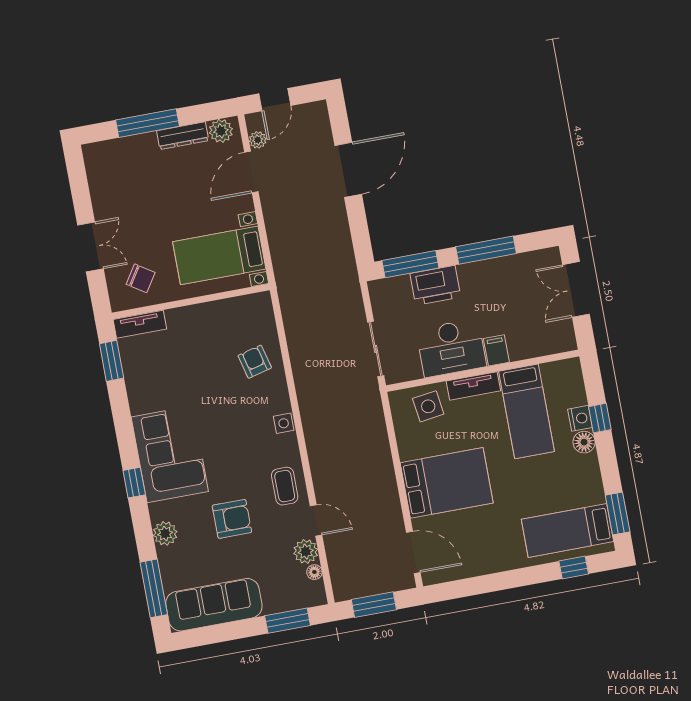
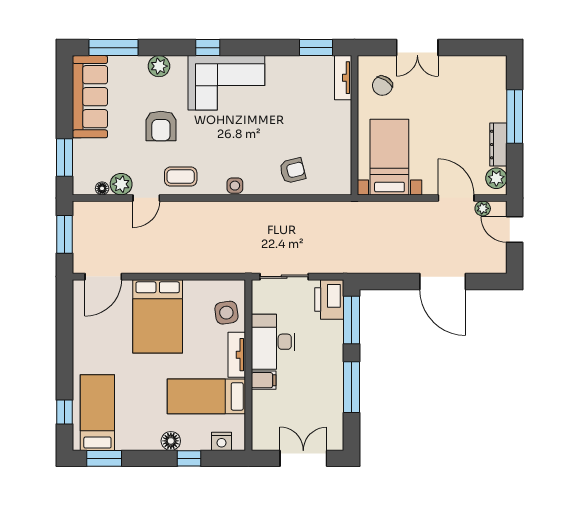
printer: (435, 285) -> (329, 299), moved
nightstand: (580, 418) -> (222, 441), moved

